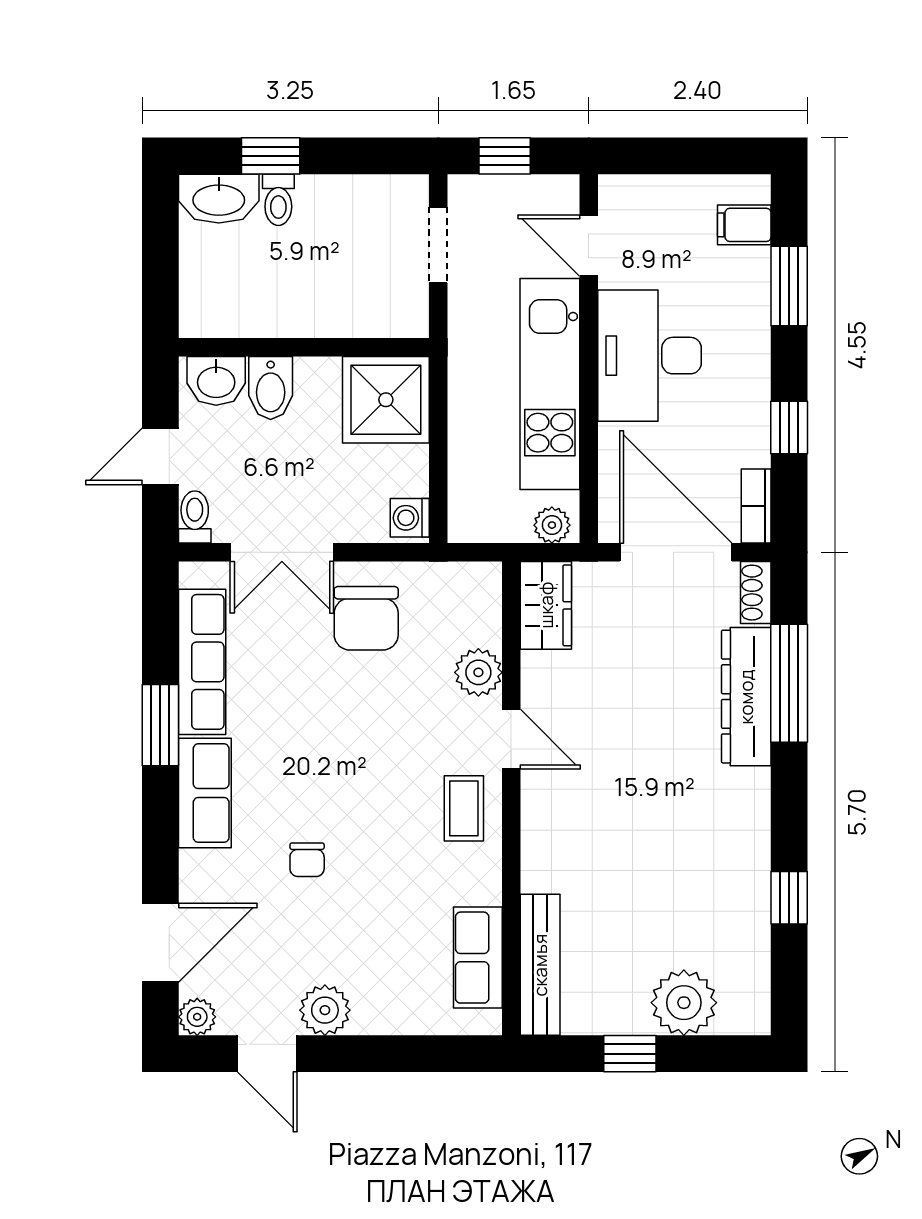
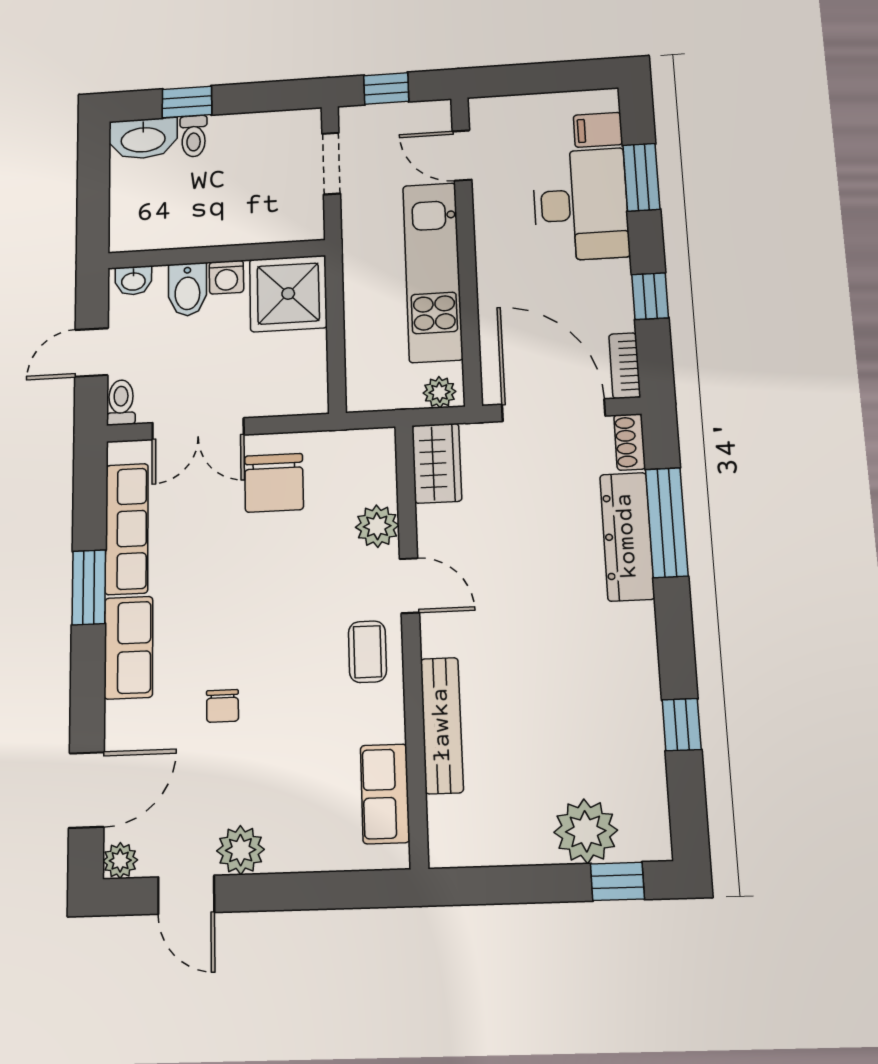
desk: (649, 356) -> (581, 205), moved, turned 180
washbasin: (216, 381) -> (133, 281), width x0.72, depth x0.69
washing machine: (410, 518) -> (226, 277), moved, turned -90
bench: (540, 965) -> (442, 725), moved
window: (630, 1054) -> (617, 881), moved

